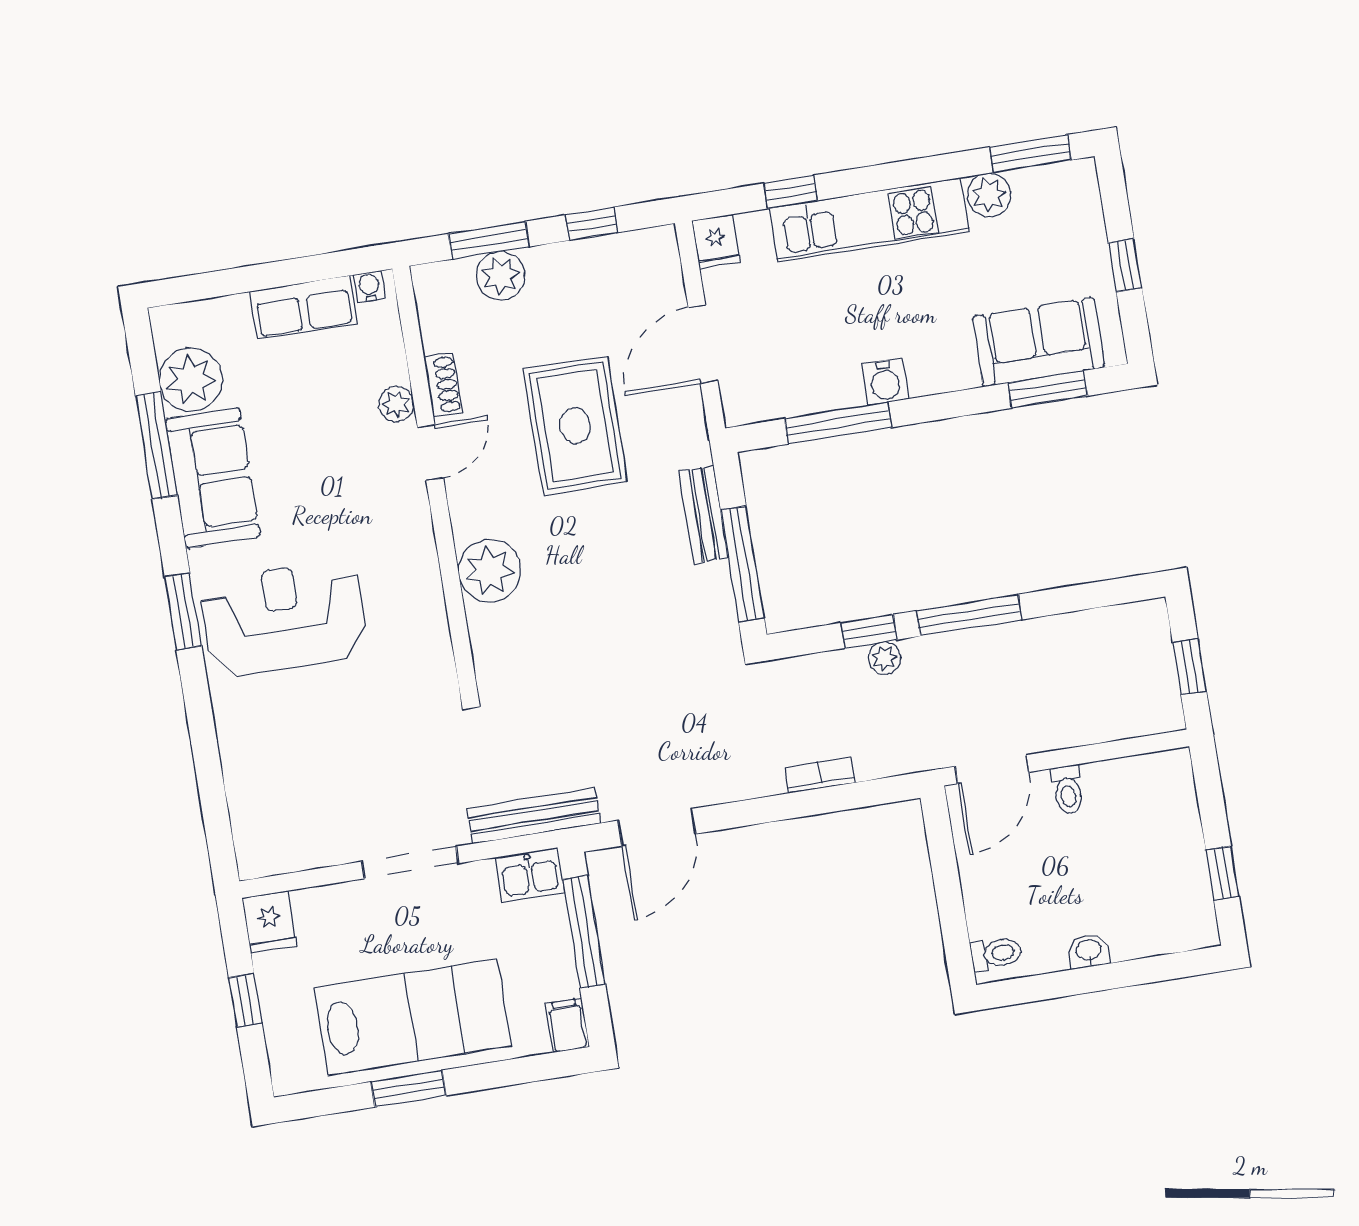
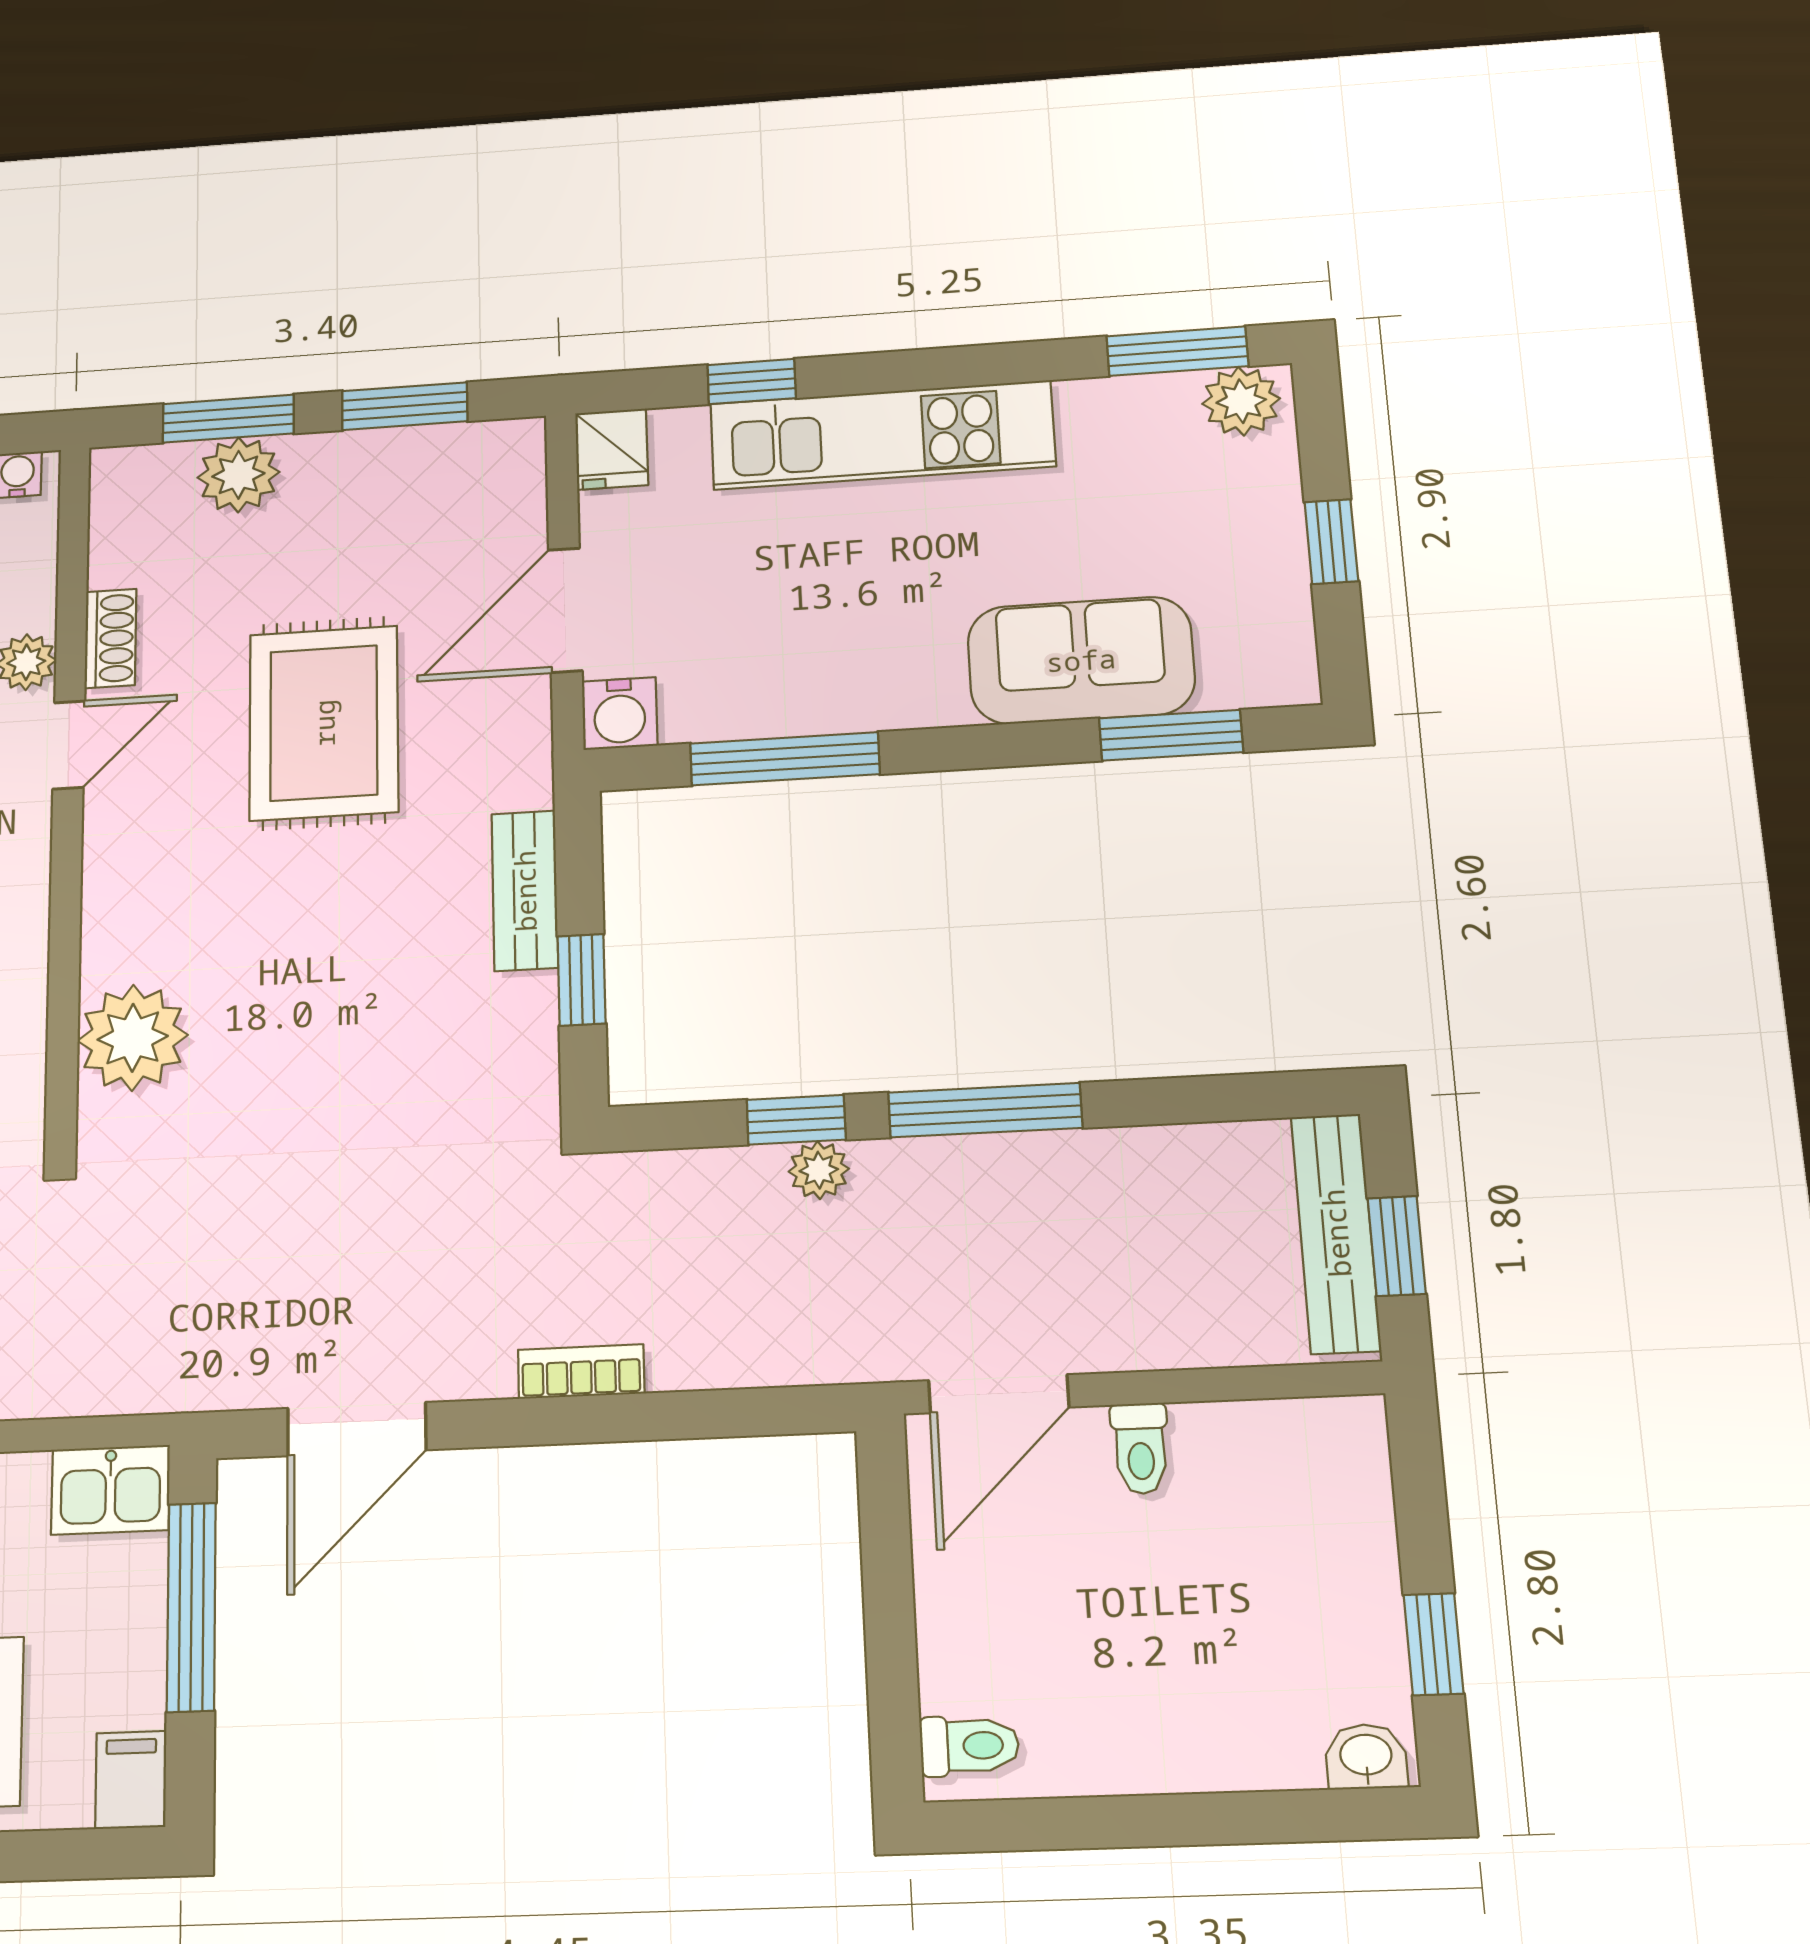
plant: (989, 195) -> (1241, 401), moved
window: (591, 224) -> (405, 406), width x1.50
sofa: (1039, 342) -> (1081, 660), moved
water cooler: (885, 382) -> (620, 713), moved
window: (742, 564) -> (582, 980), width x0.46
plant: (489, 571) -> (133, 1038), moved
bookcase: (820, 775) -> (581, 1372), moved
bench: (534, 816) -> (1336, 1233), moved, turned 90
washbasin: (1089, 951) -> (1366, 1757), moved

